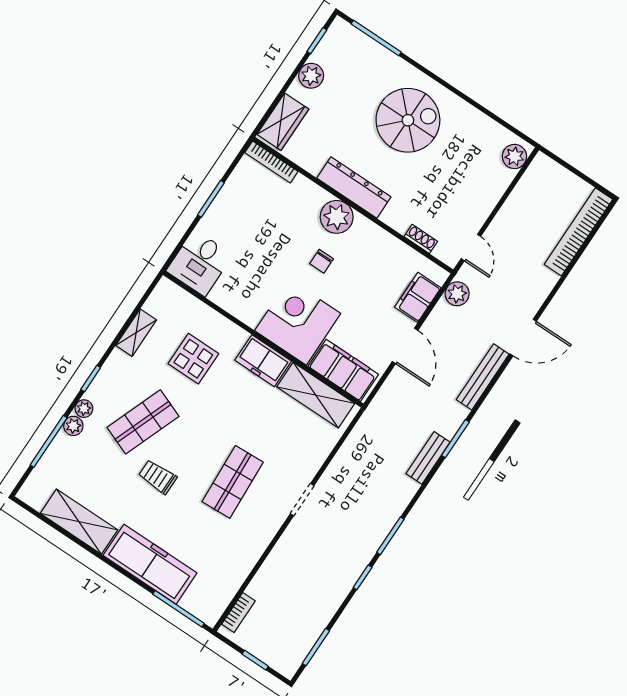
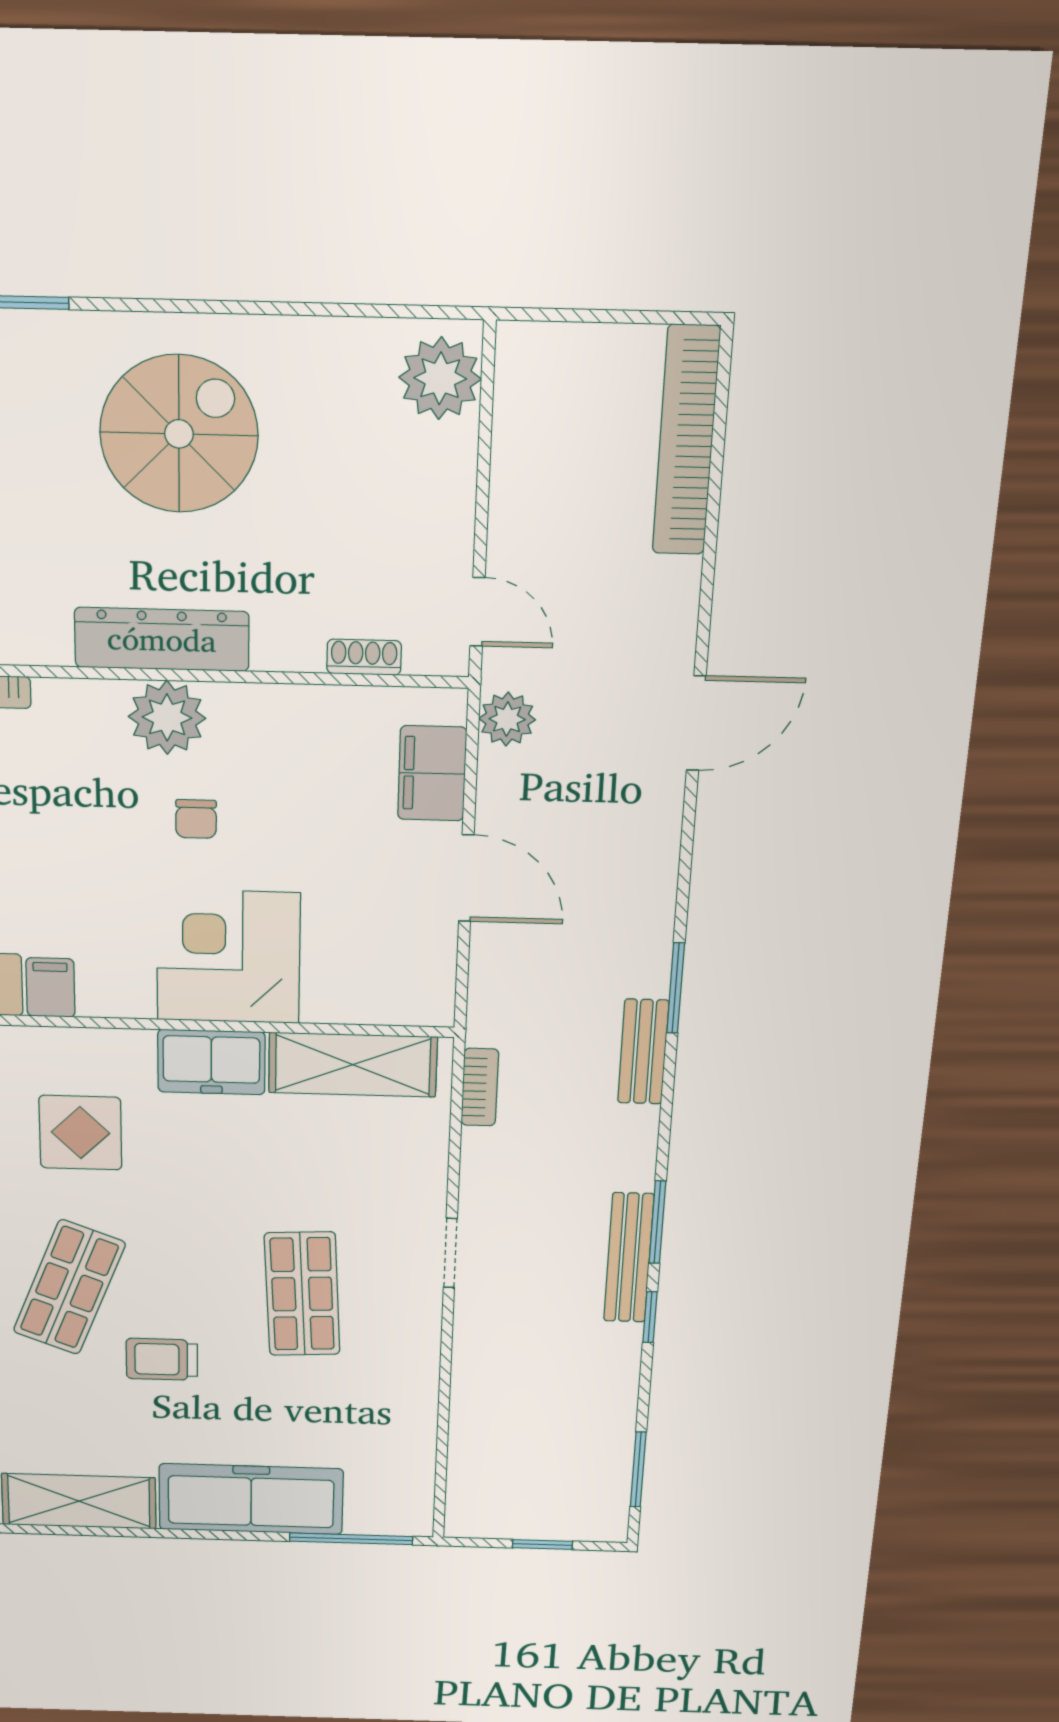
plant: (514, 156) -> (440, 378), width x1.36, depth x1.36
filing cabinet: (343, 370) -> (50, 987), moved, width x0.33, depth x0.86
bench: (483, 377) -> (629, 1258), moved
bookcase: (238, 613) -> (480, 1087), moved

